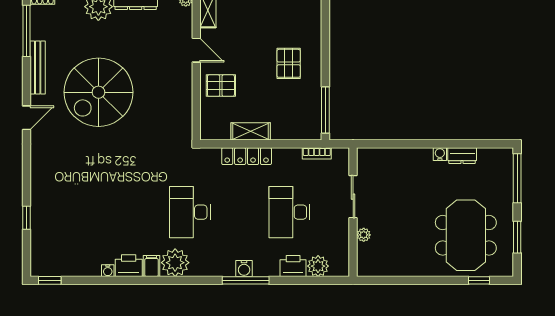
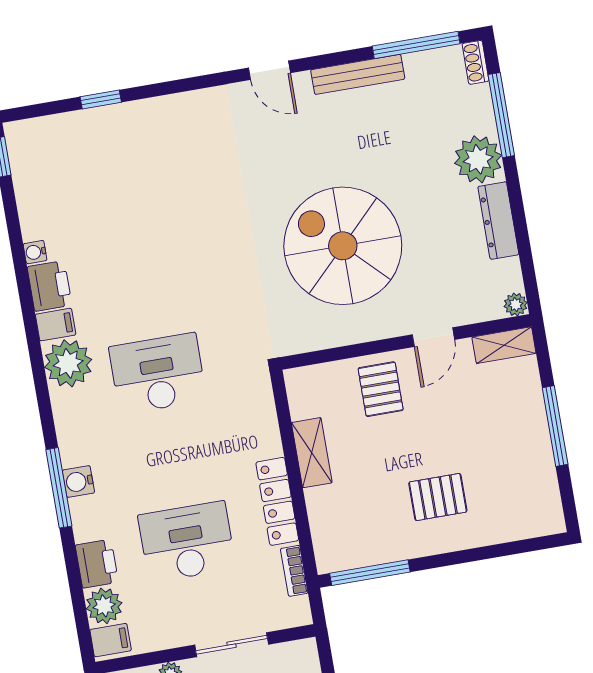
spiral stairs: (98, 92) -> (343, 246), moved
locker: (247, 156) -> (277, 501), moved
filing cabinet: (338, 266) -> (111, 640), added

